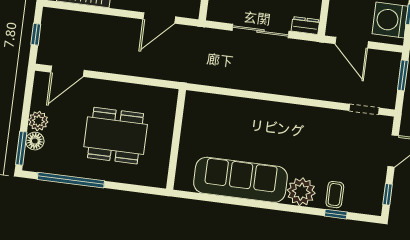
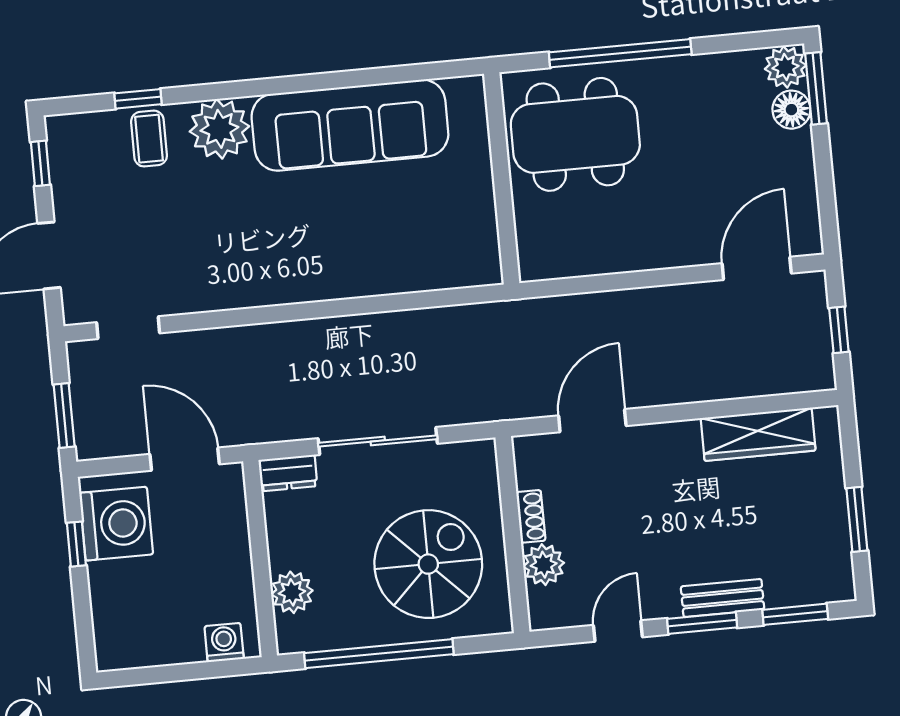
plant: (38, 121) -> (785, 67), moved
dining table: (116, 136) -> (575, 134), moved
window: (71, 180) -> (620, 53), moved

